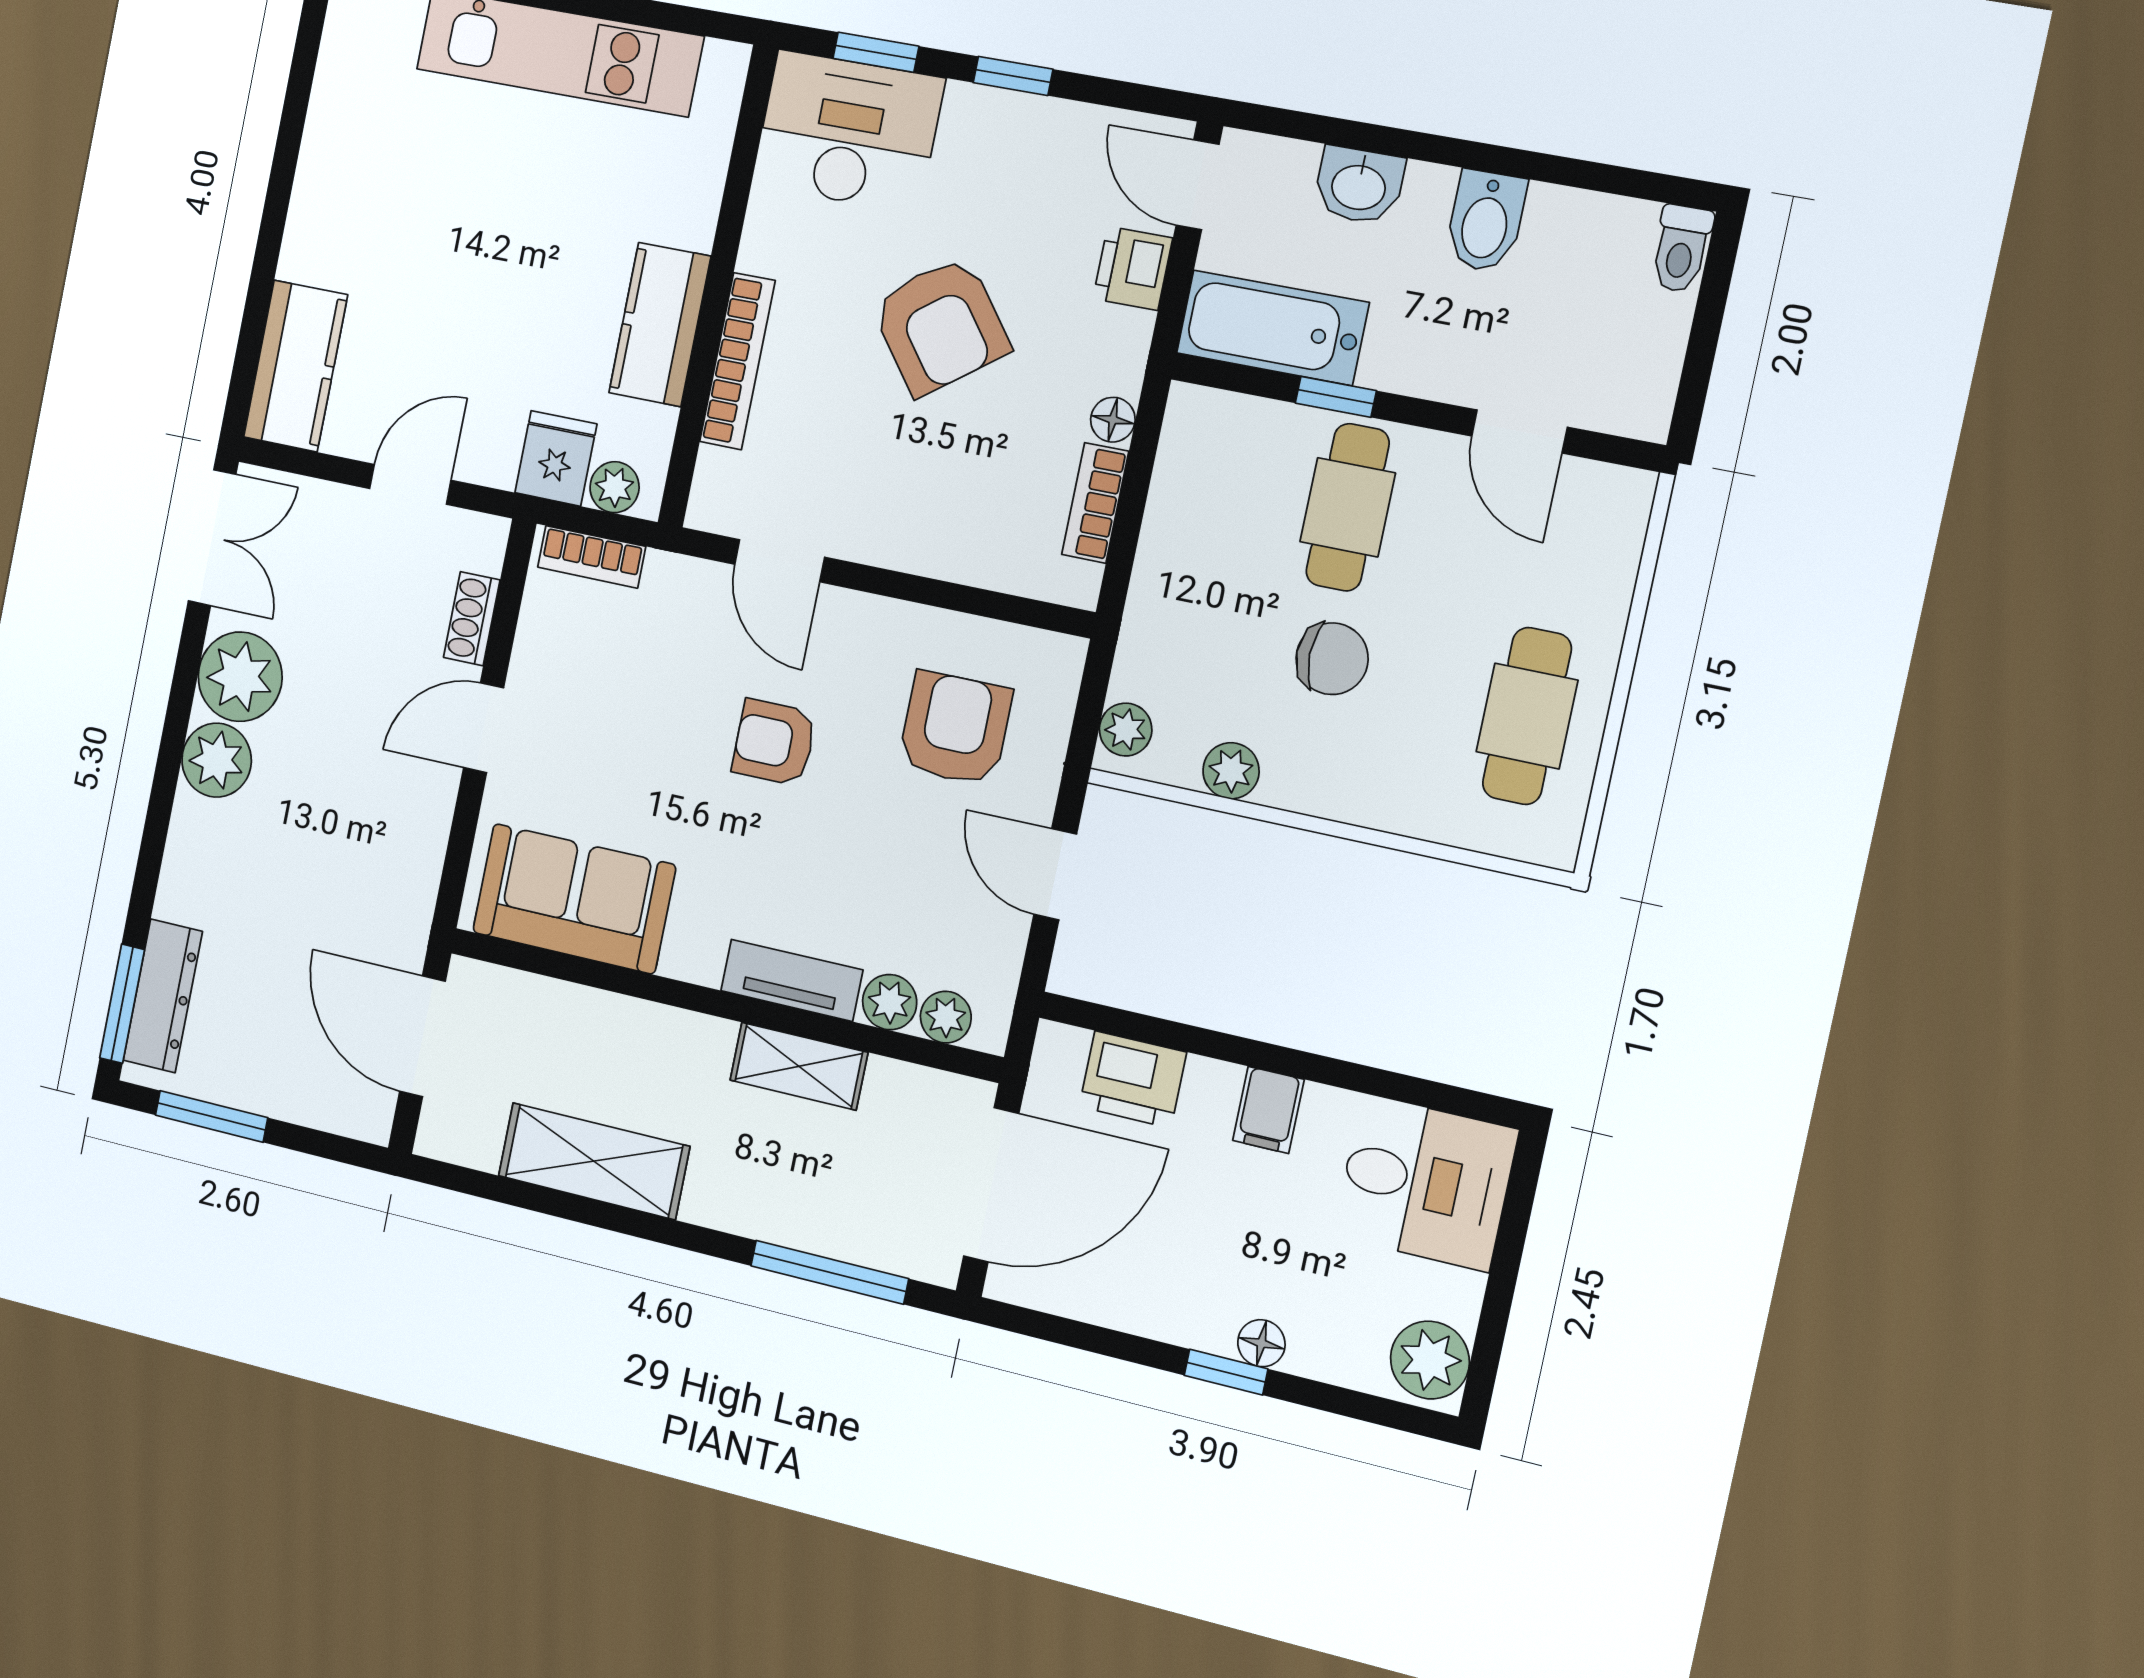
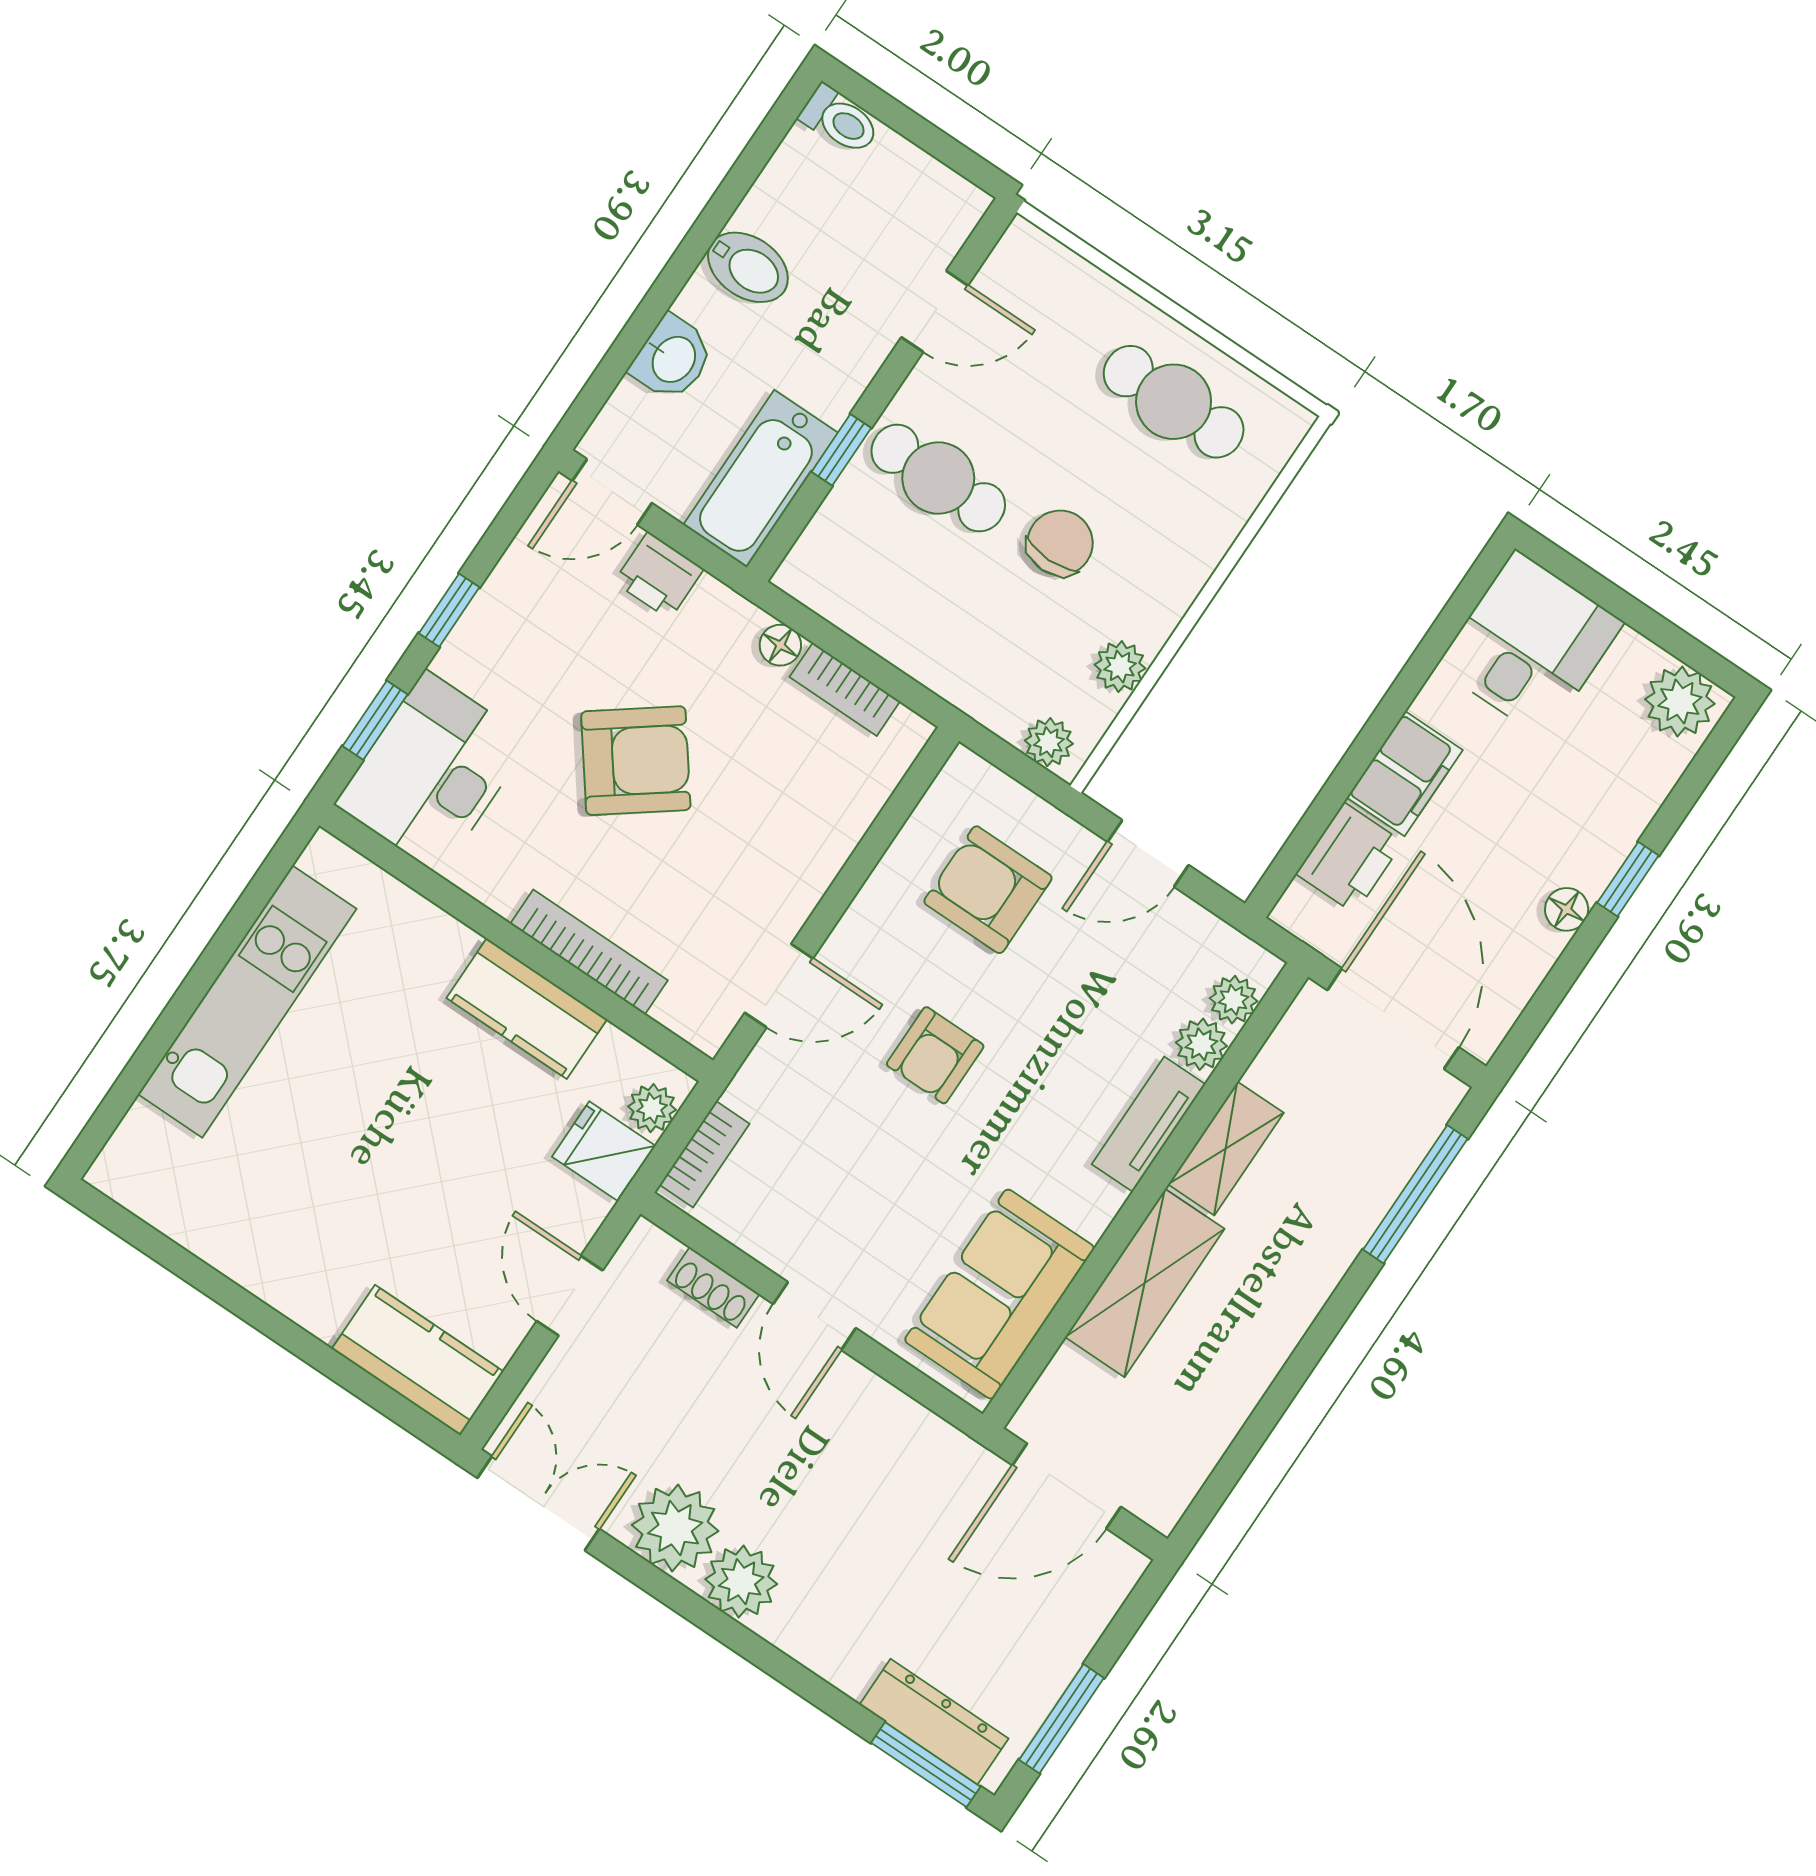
filing cabinet: (1268, 1110) -> (1405, 774), width x2.00
shelving: (594, 1161) -> (1145, 1283), moved
floor lamp: (1261, 1343) -> (1567, 909), moved

